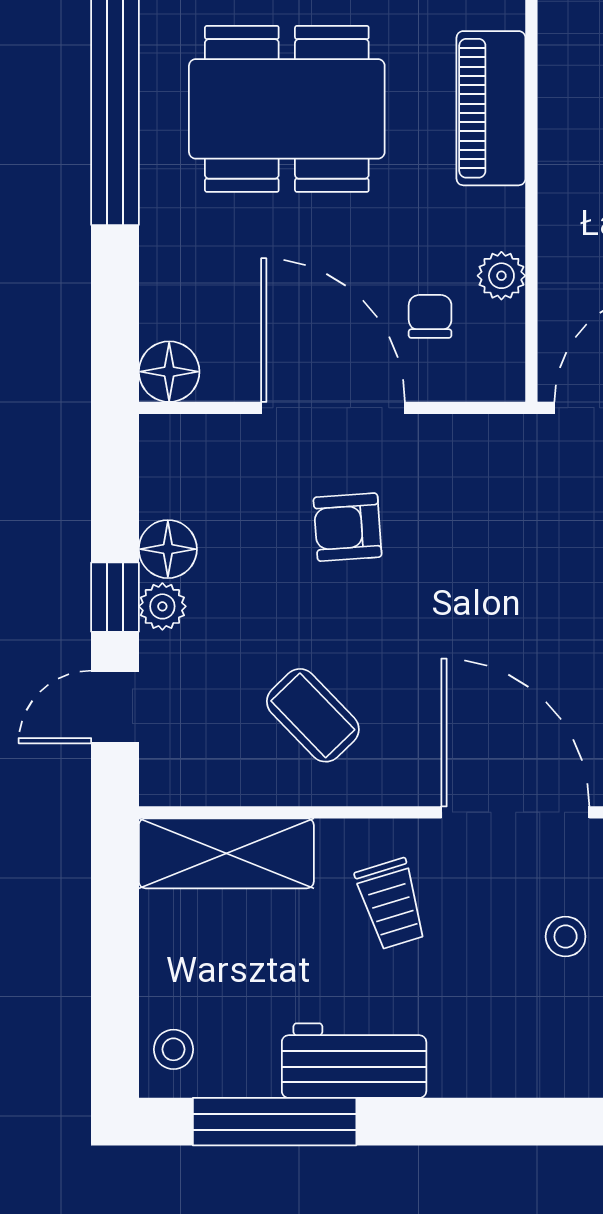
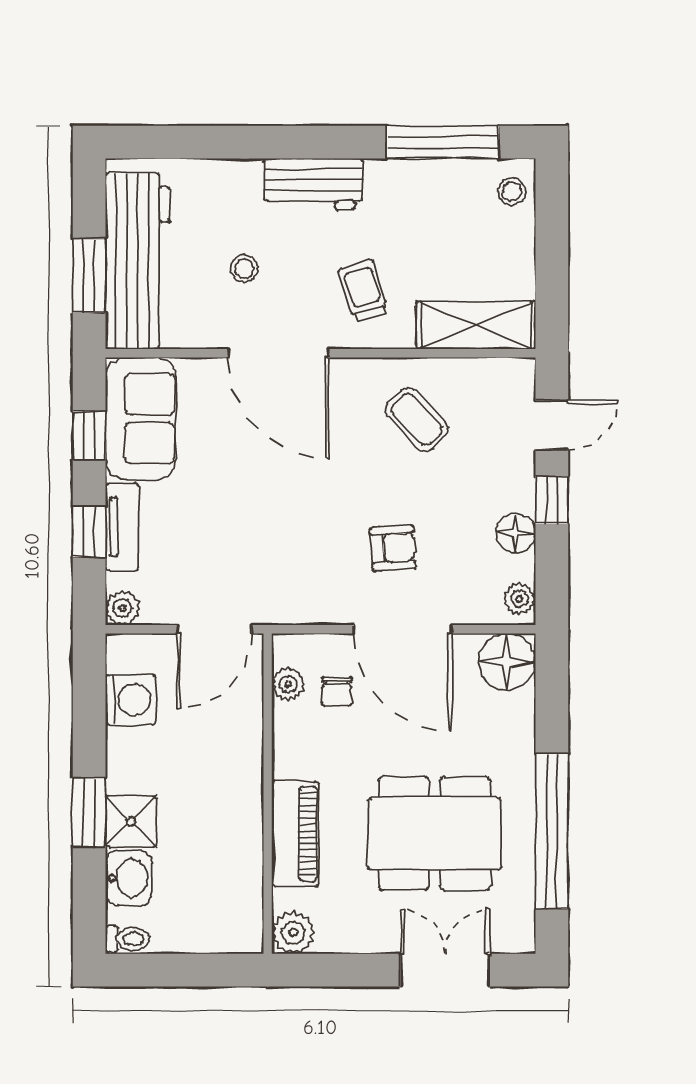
plant: (501, 276) -> (288, 684), moved
floor lamp: (169, 372) -> (507, 662), width x1.38, depth x1.38
plant: (162, 606) -> (519, 599), moved
workbench: (354, 1061) -> (313, 184), moved

